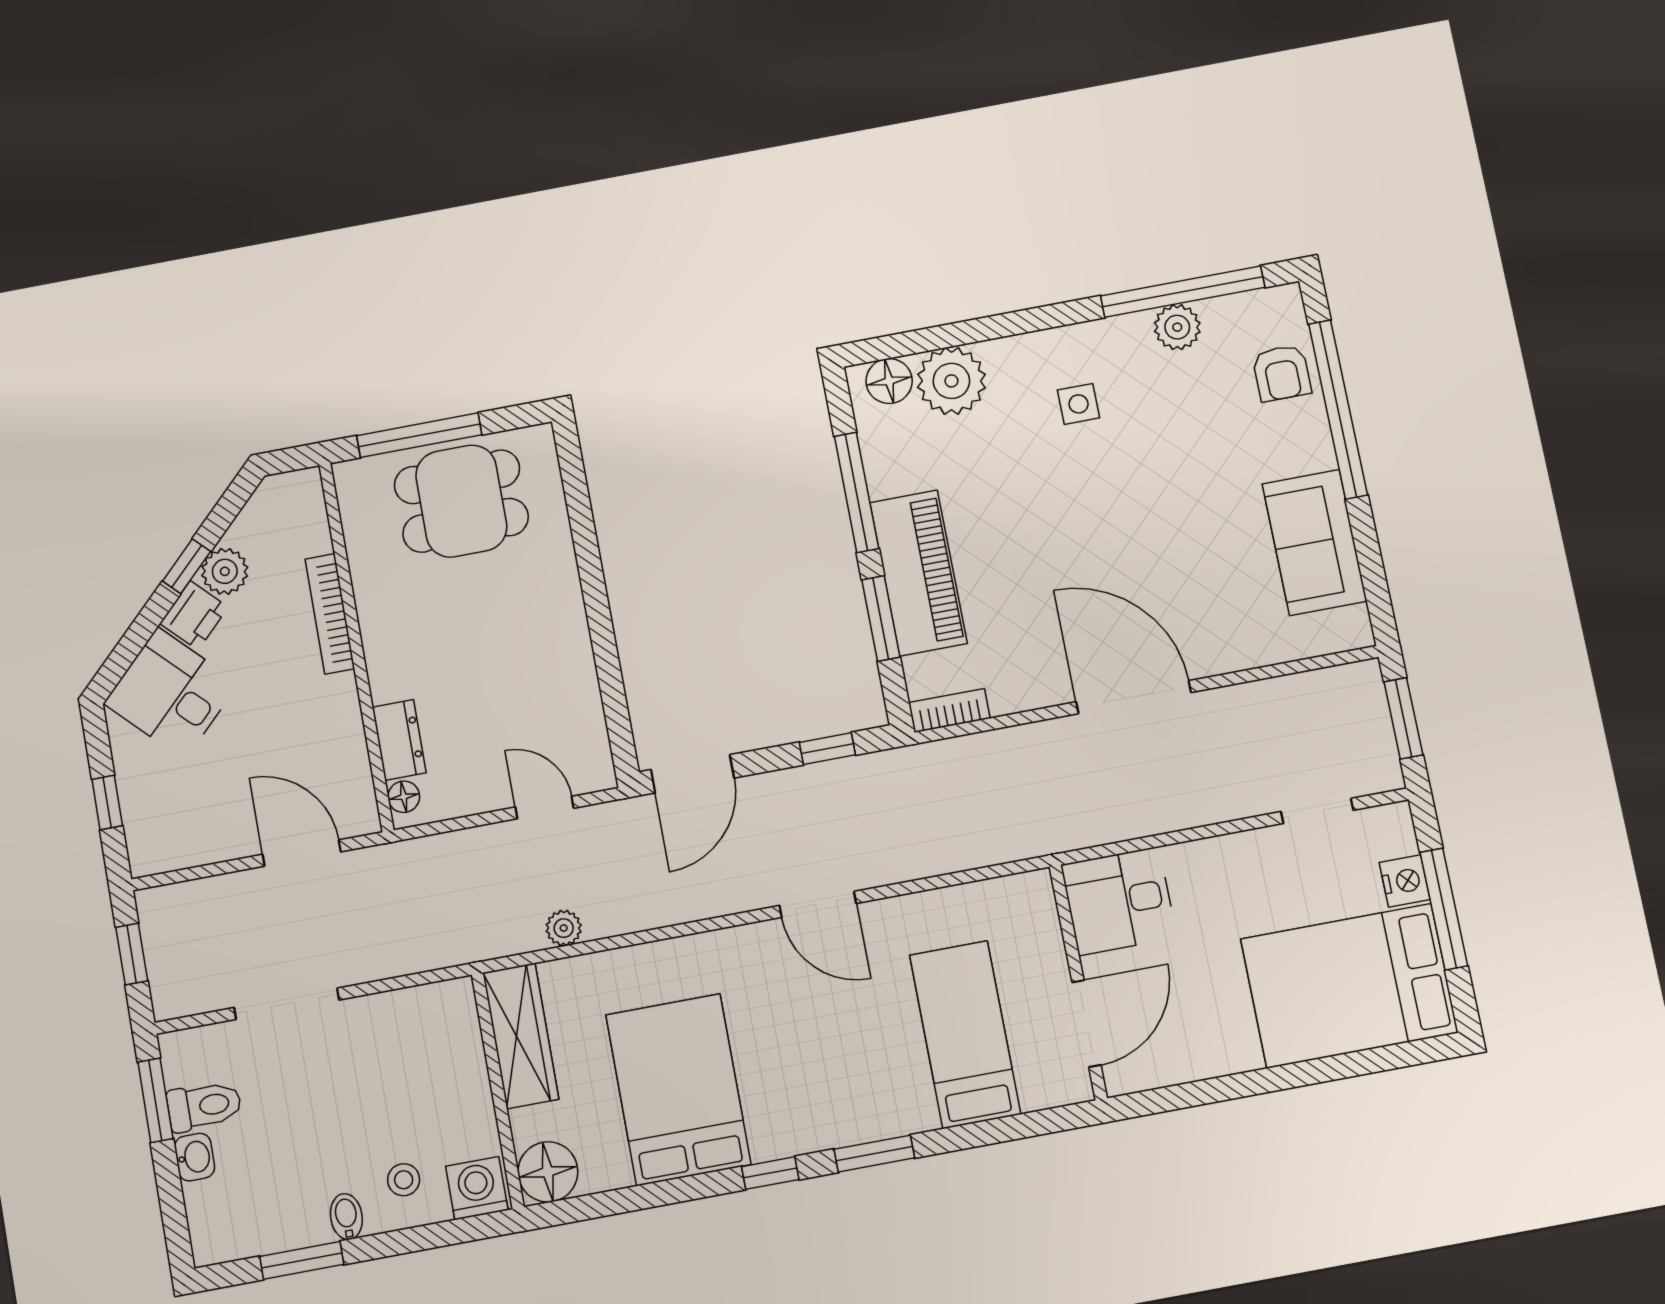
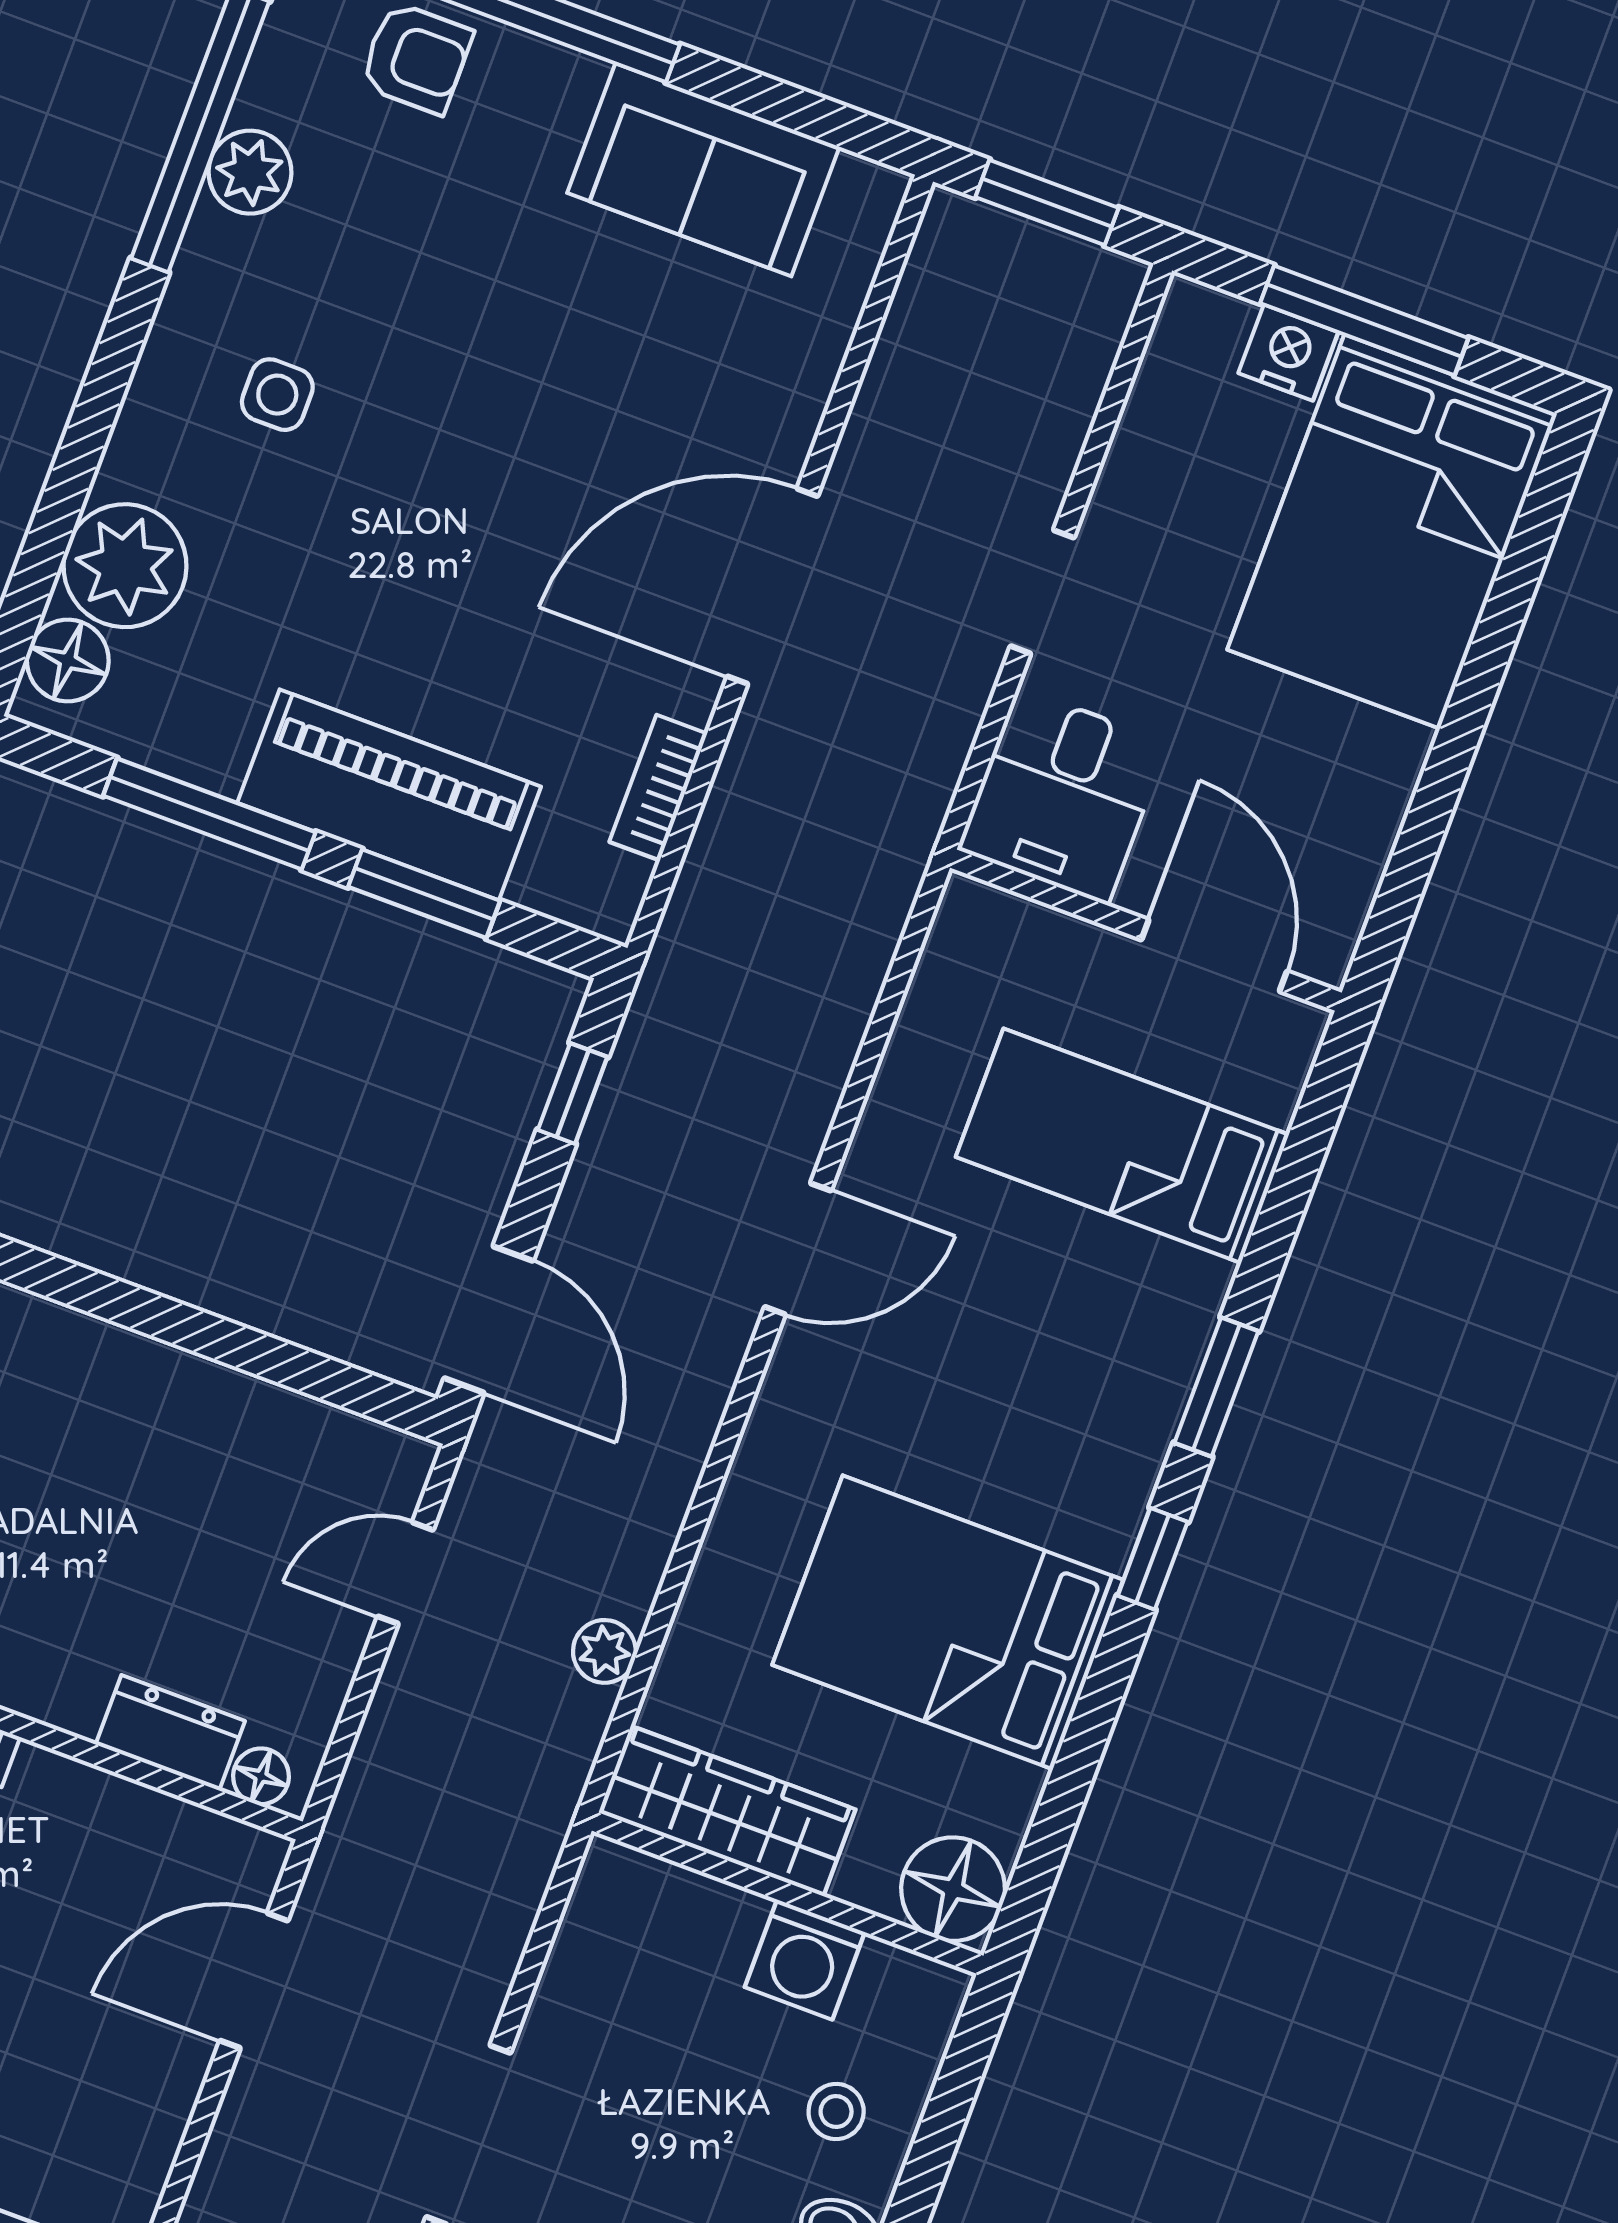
bookcase: (949, 710) -> (658, 788), moved
doorway: (1317, 811) -> (1042, 592), moved
washing machine: (477, 1188) -> (805, 1960), moved, turned -90

